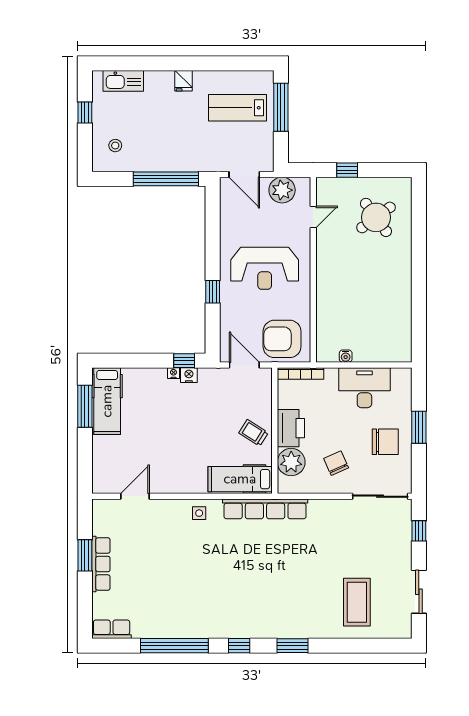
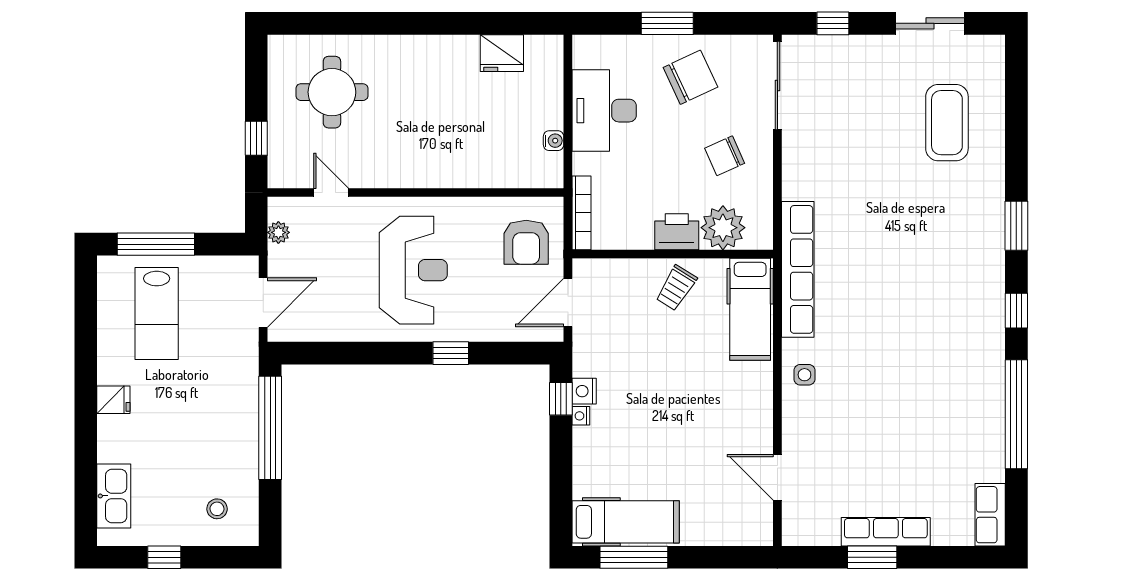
plant: (282, 190) -> (278, 232), width x0.53, depth x0.53
round table: (376, 217) -> (332, 92), turned 36
fridge: (400, 324) -> (502, 53), added
armchair: (282, 339) -> (526, 242), width x0.73, depth x0.73
printer: (291, 428) -> (677, 232), width x0.73, depth x0.84
chair: (385, 442) -> (690, 77), turned 65
coffee table: (357, 602) -> (947, 123), turned 90

